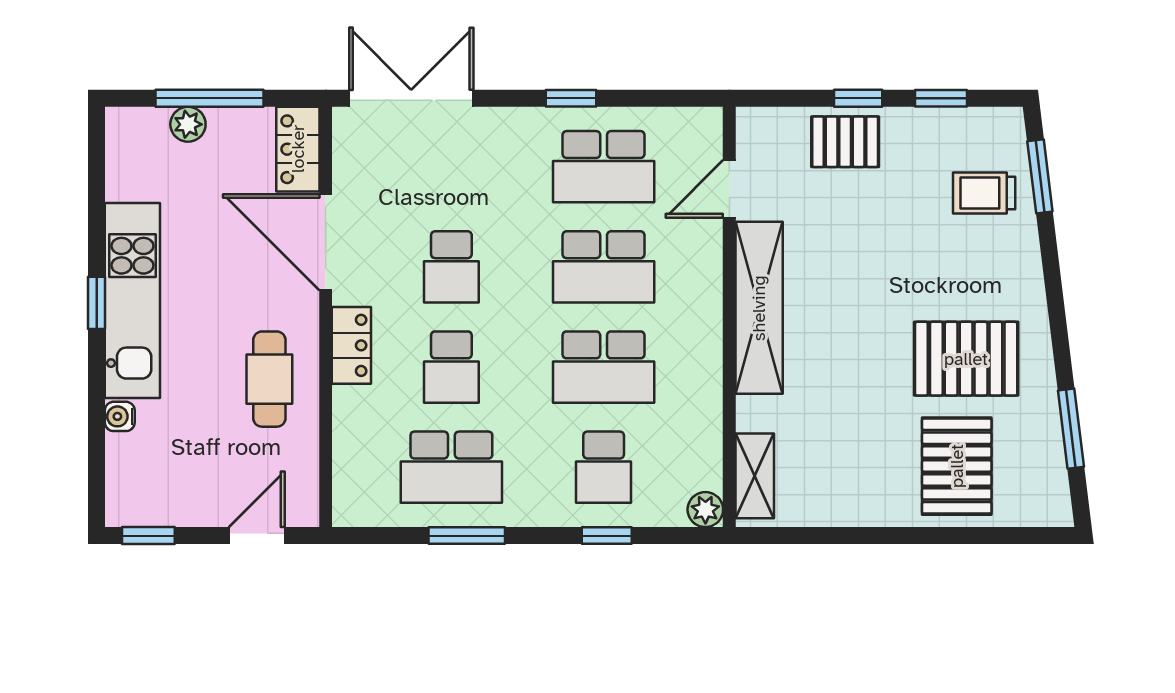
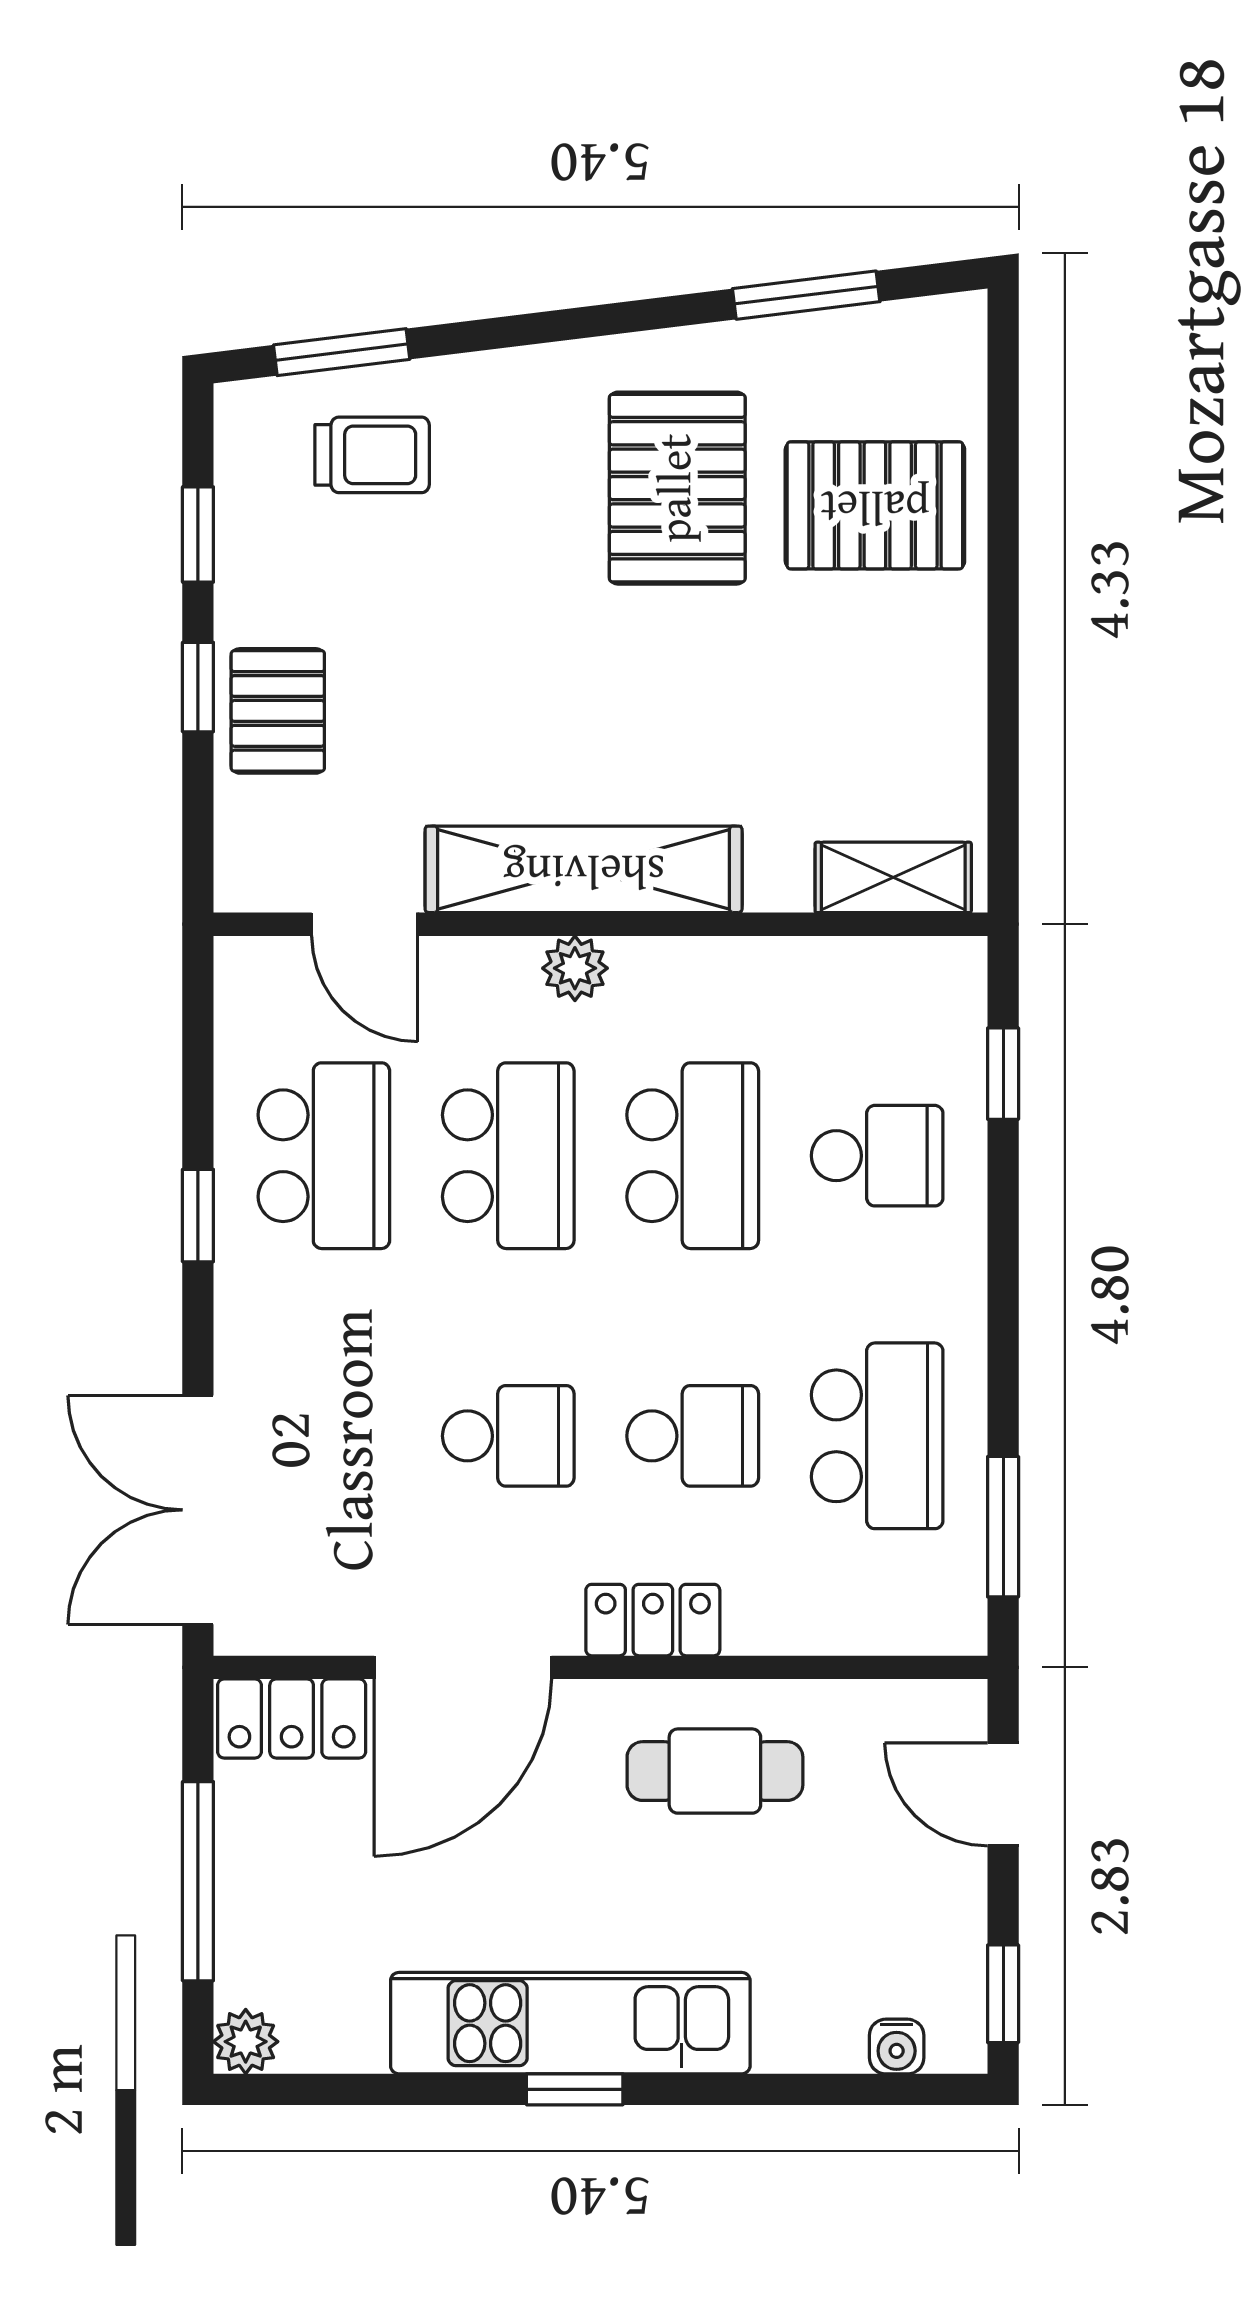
plant: (188, 124) -> (246, 2042), moved
trolley: (984, 193) -> (372, 455), turned -90
water cooler: (120, 416) -> (897, 2047), moved
plant: (705, 510) -> (575, 968), moved
window: (467, 536) -> (1003, 1527), moved
window: (607, 536) -> (1003, 1074), moved

